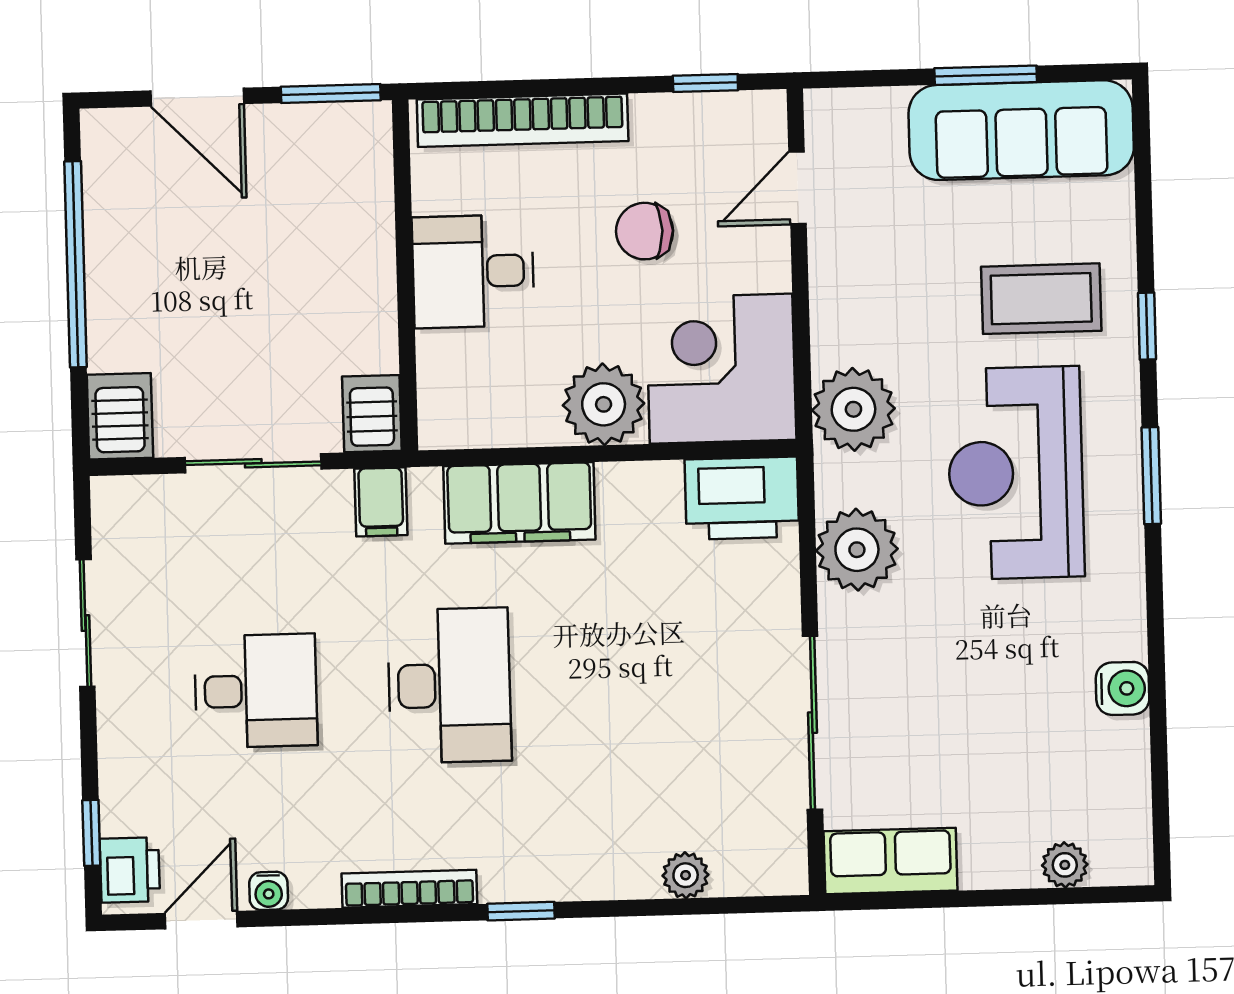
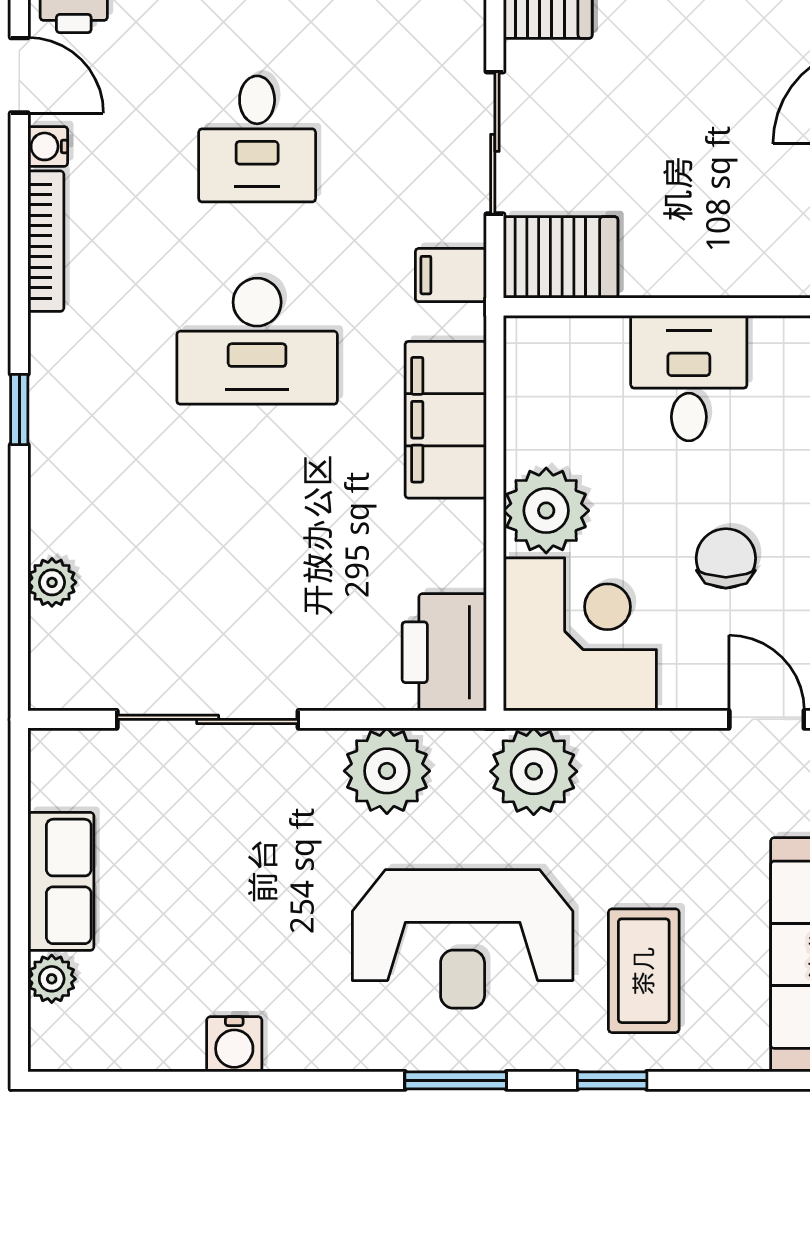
server rack: (372, 414) -> (561, 257), width x1.36, depth x1.44
reception desk: (1016, 473) -> (463, 939), turned 180
row of seats: (891, 861) -> (61, 881), moved
bookcase: (409, 889) -> (46, 241), moved

